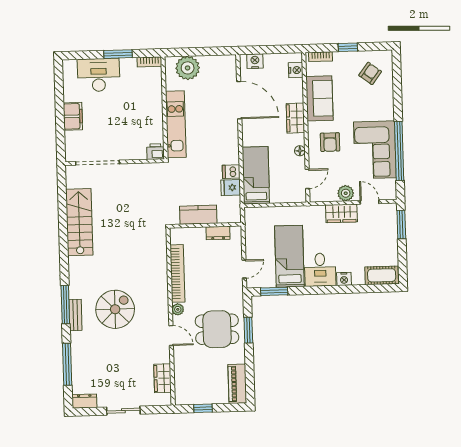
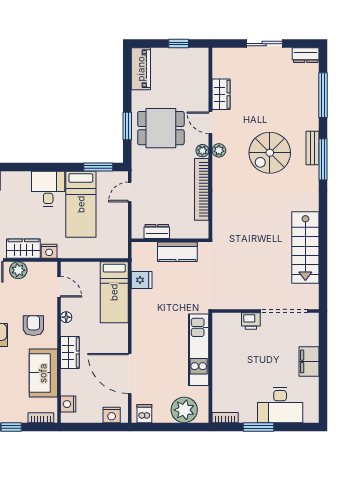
printer: (156, 152) -> (251, 321), moved
dishwasher: (231, 172) -> (144, 414), moved, turned -90
door: (307, 179) -> (59, 287), swing flipped
nightstand: (344, 279) -> (49, 251), moved, turned 180
plant: (162, 310) -> (219, 150), added
wardrobe: (163, 378) -> (221, 94), moved

